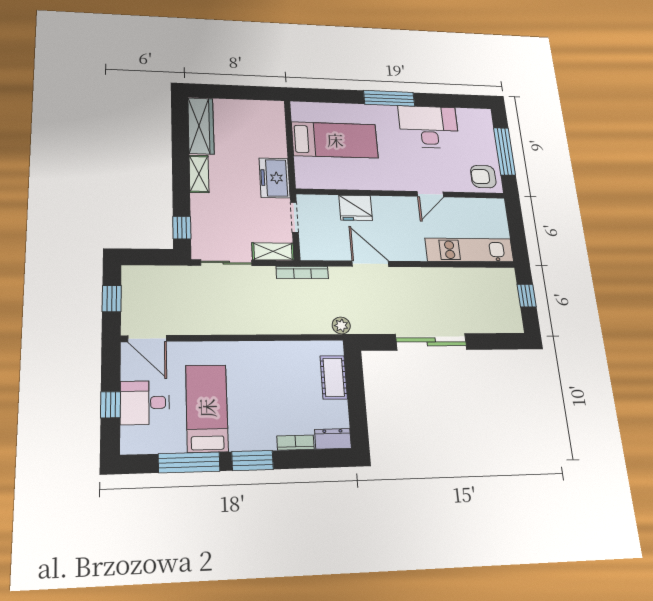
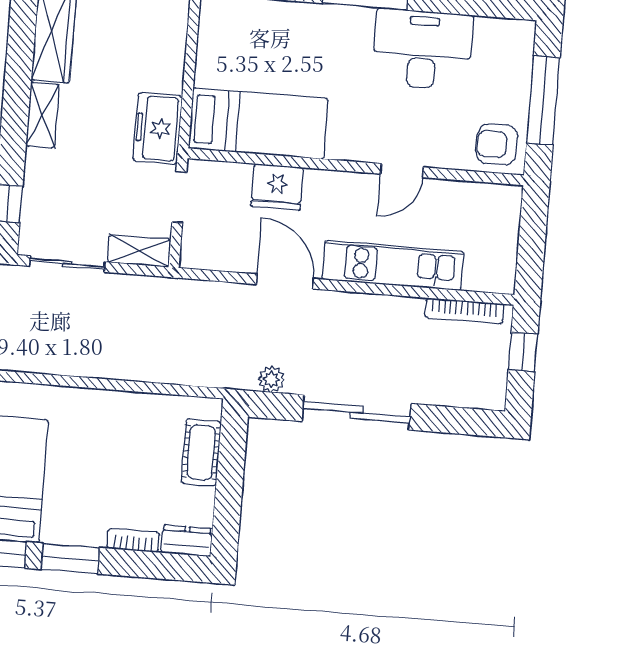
bed: (335, 140) -> (258, 123), moved
kitchen unit: (469, 250) -> (393, 266), moved
bookcase: (302, 272) -> (464, 311), moved
plant: (341, 325) -> (271, 379), moved

